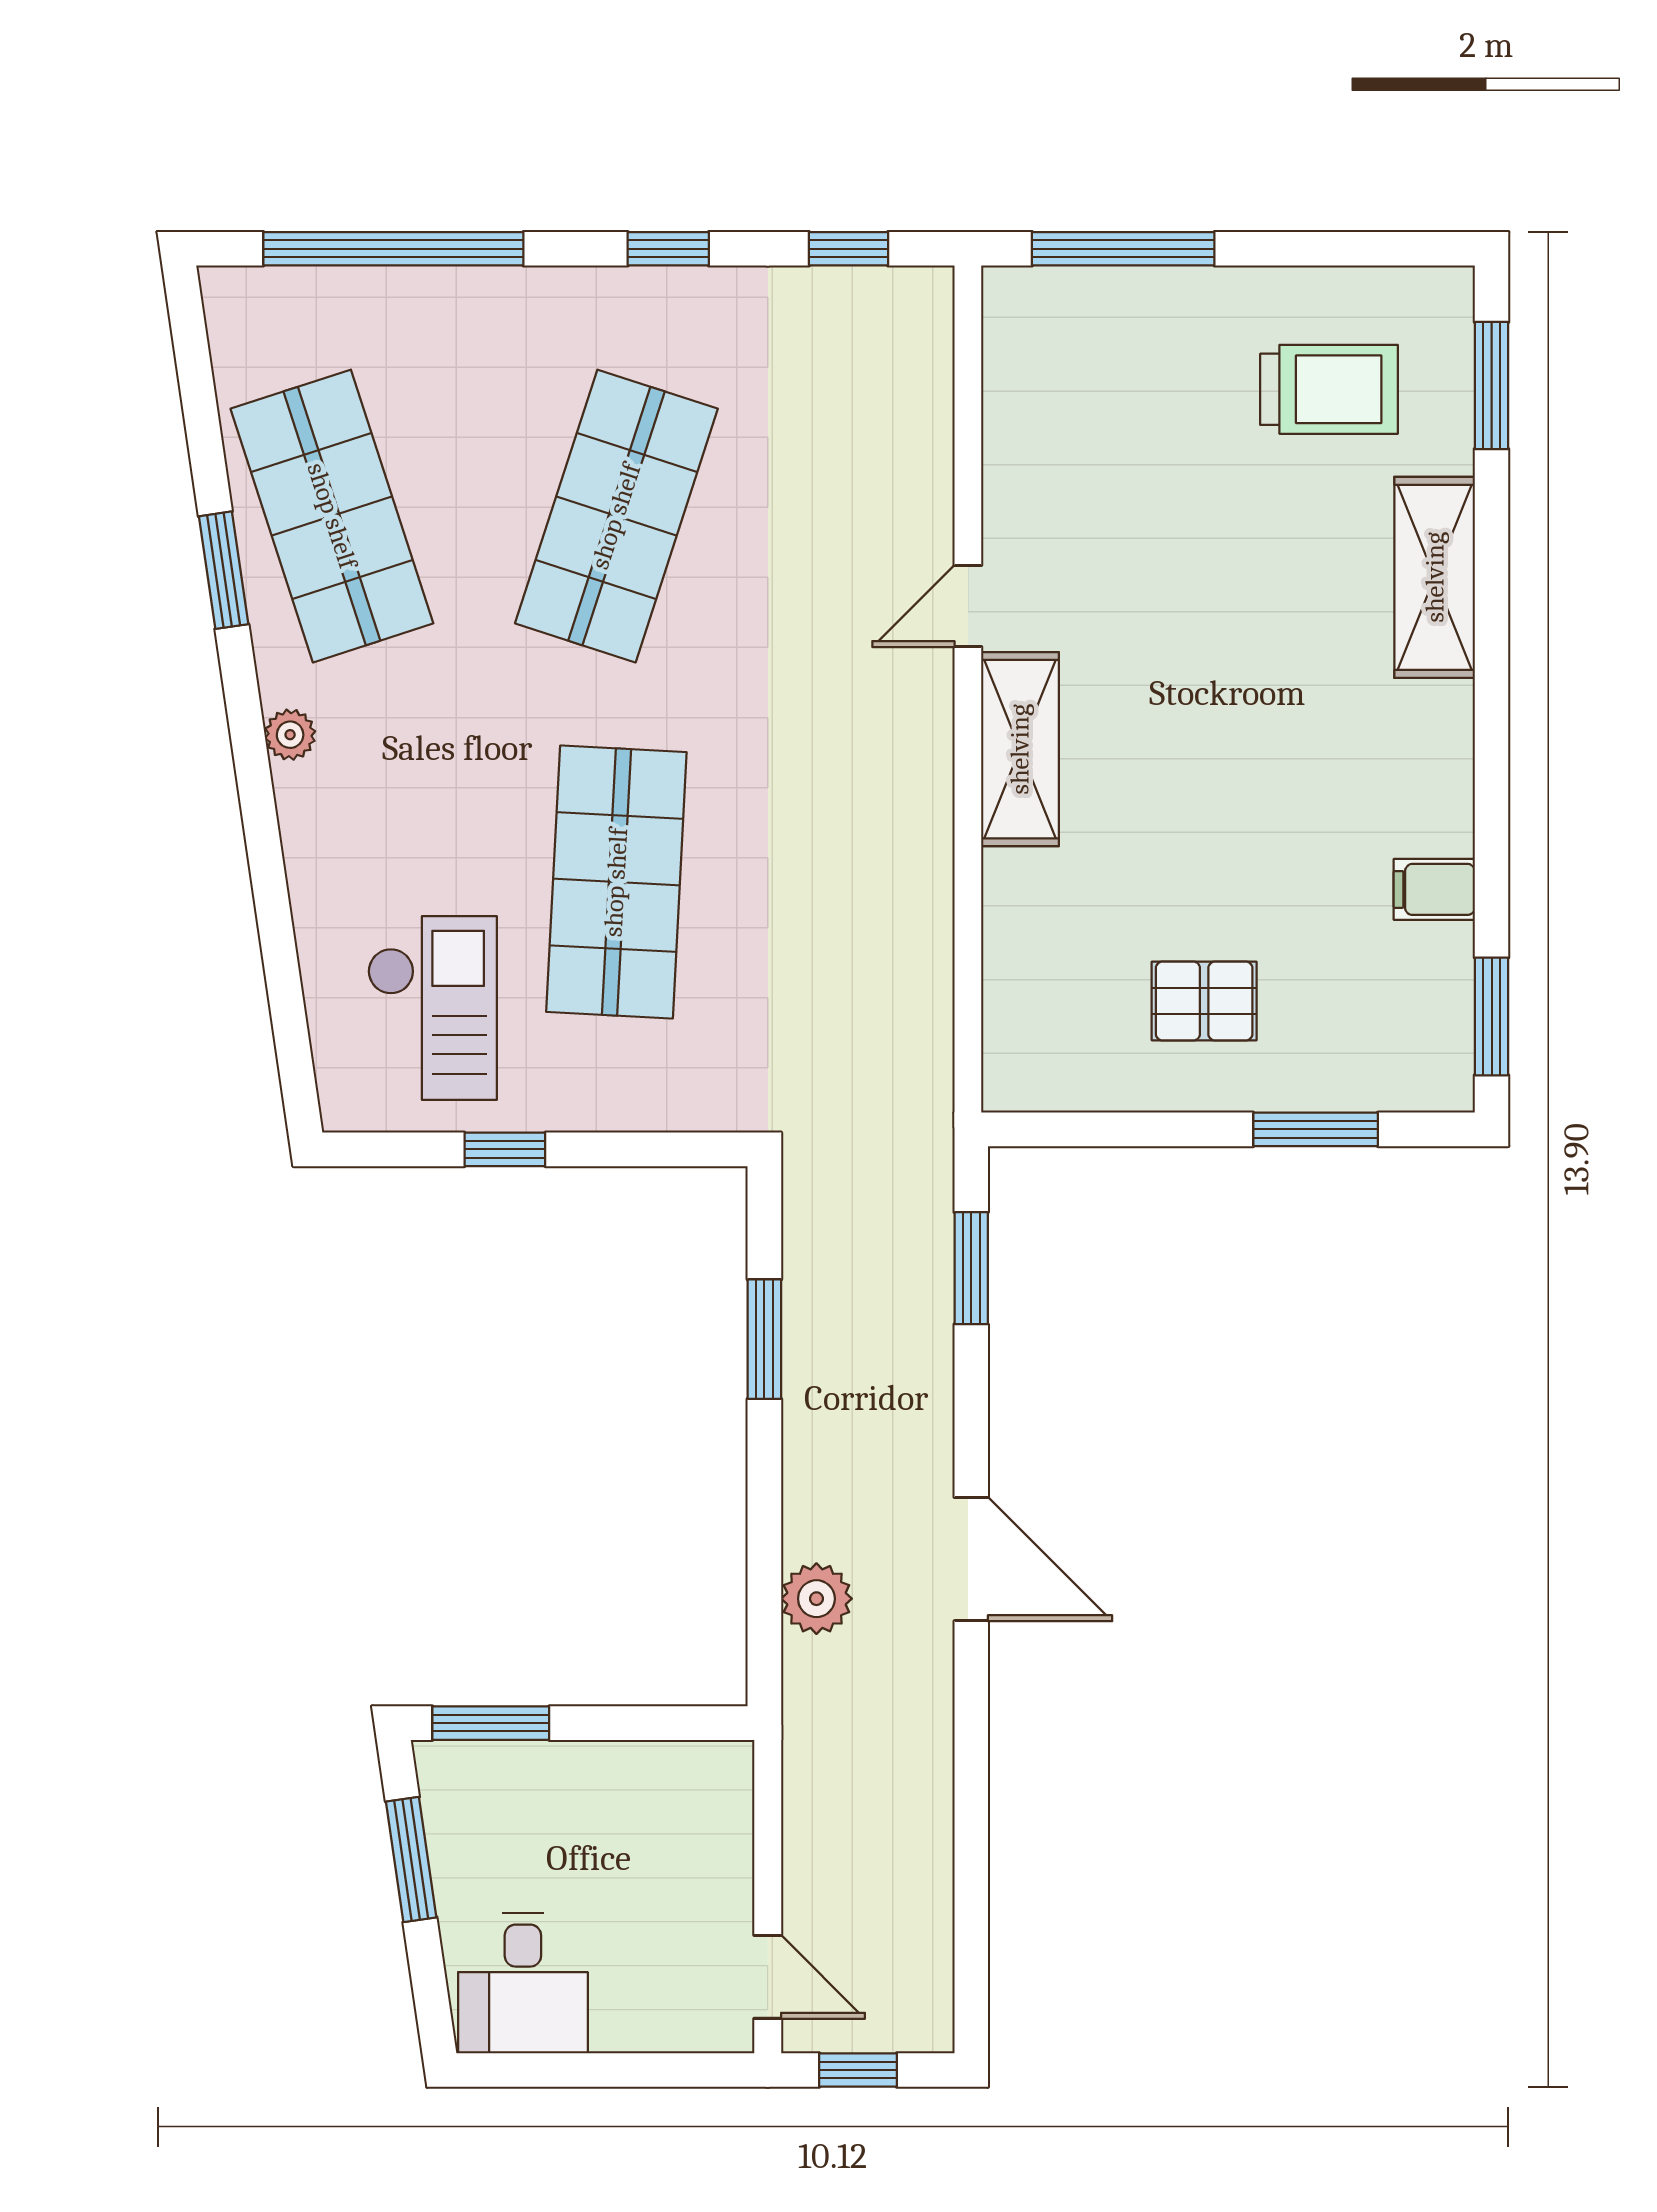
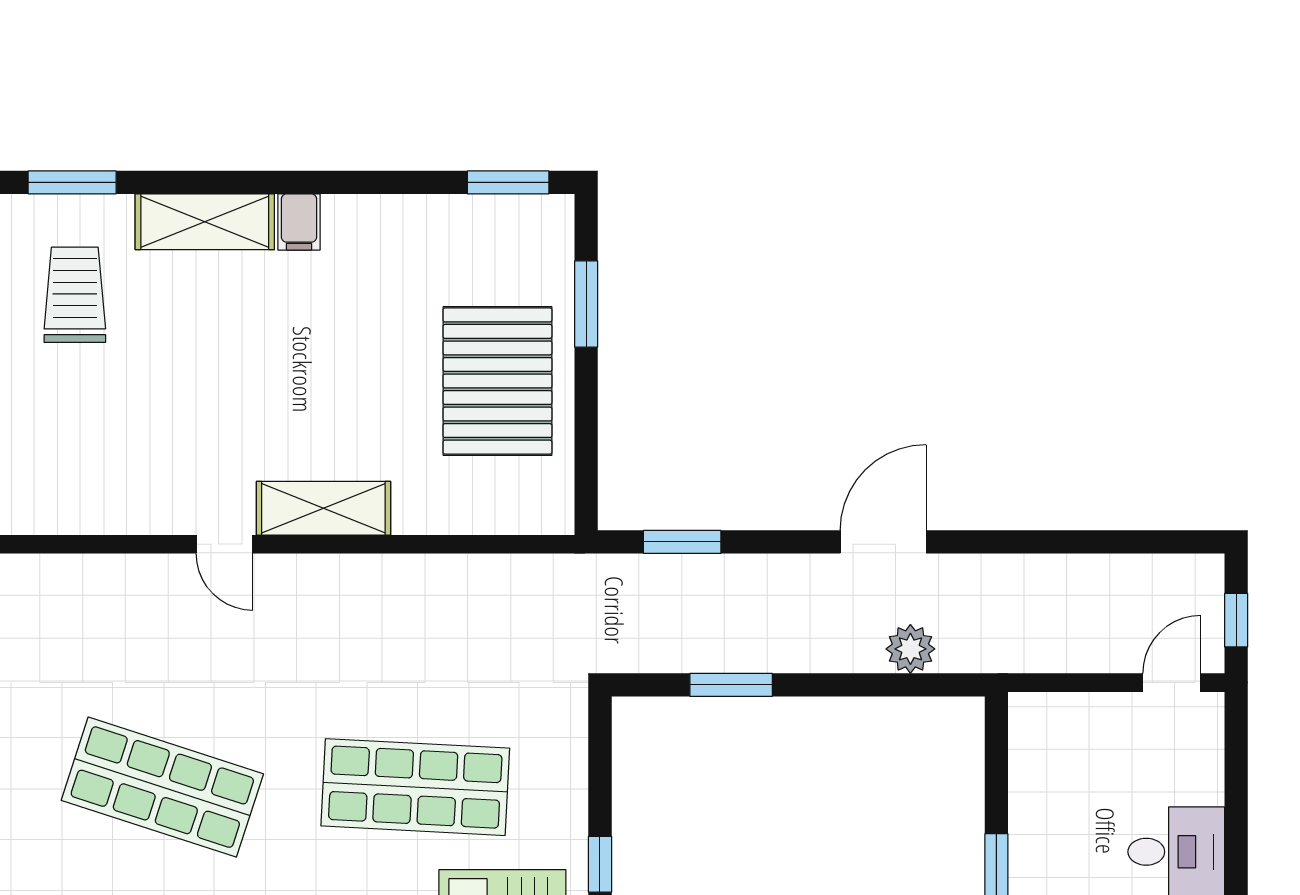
filing cabinet: (1434, 889) -> (299, 222), moved
pallet: (1204, 1001) -> (497, 381), width x2.05, depth x2.00

